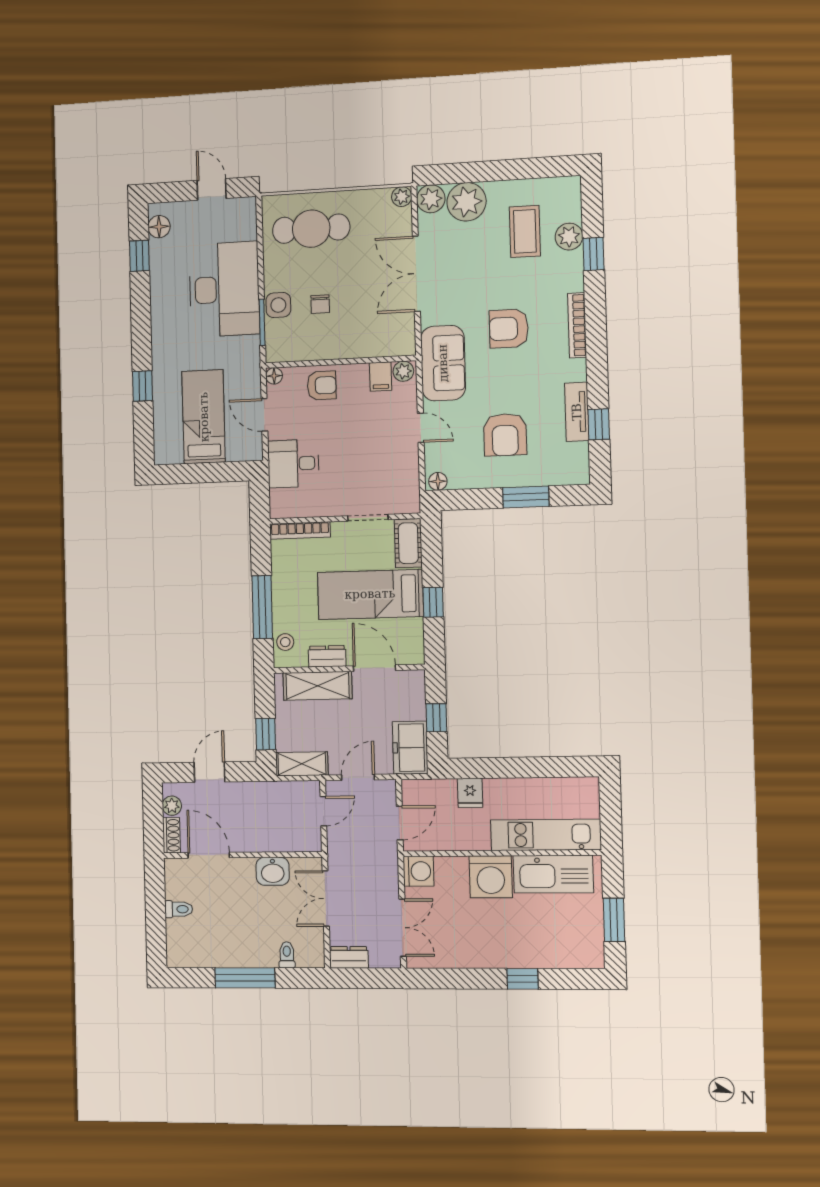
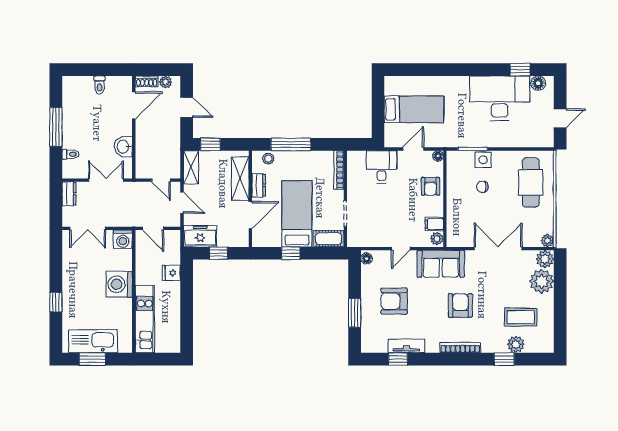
desk: (224, 289) -> (500, 98), moved, turned 180
window: (142, 386) -> (436, 70), removed
kitchen sink: (553, 874) -> (93, 341), moved, turned 90

